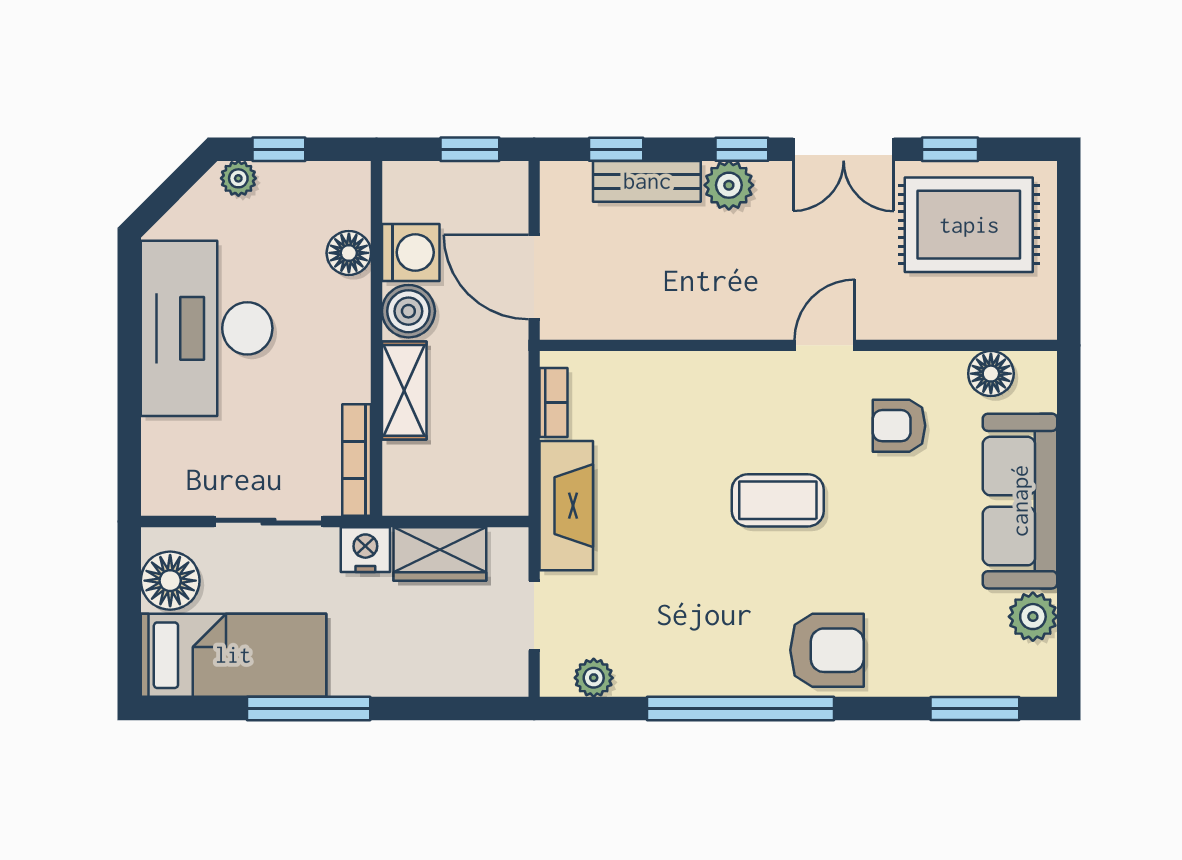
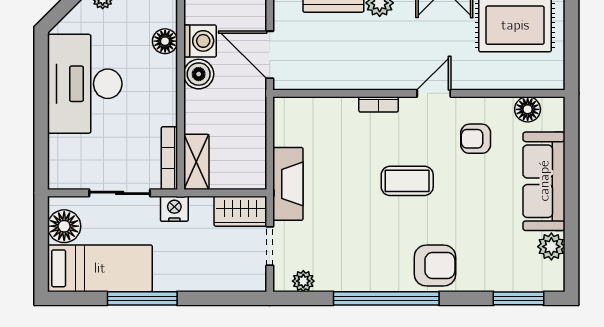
shelving: (404, 390) -> (196, 162), moved
bookcase: (554, 402) -> (379, 104), moved, turned 90
wardrobe: (440, 554) -> (240, 211), moved

